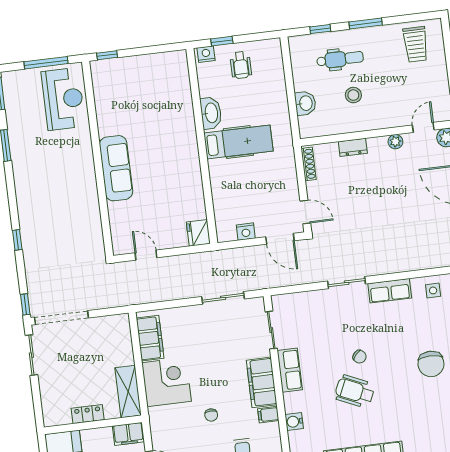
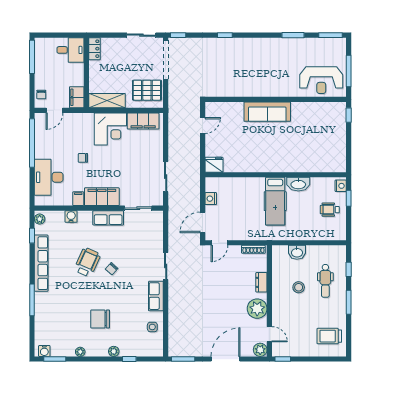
plant: (395, 142) -> (257, 309), width x1.88, depth x1.88
pallet: (107, 338) -> (147, 90), added
locker: (88, 414) -> (95, 49), moved

